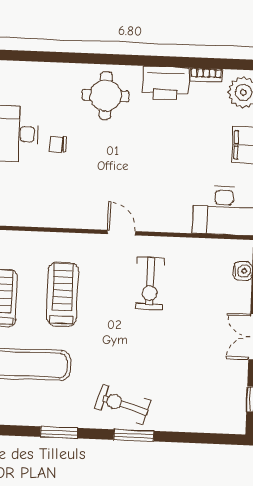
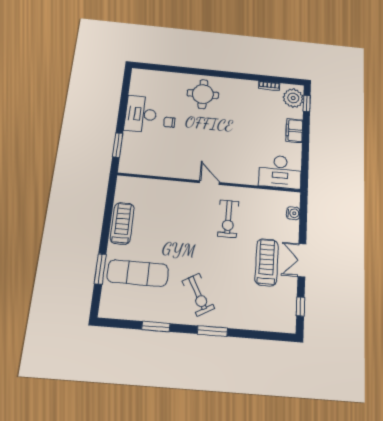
printer: (166, 83) -> (243, 89), removed
treadmill: (62, 294) -> (267, 262), moved
exercise bike: (123, 405) -> (198, 295), moved, turned -135

